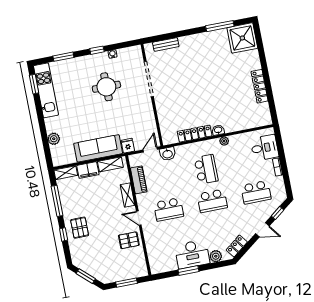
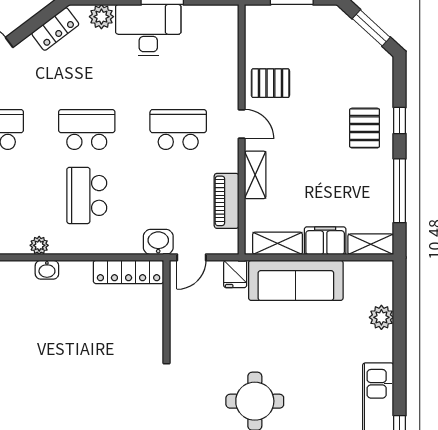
locker: (195, 134) -> (129, 272), moved

